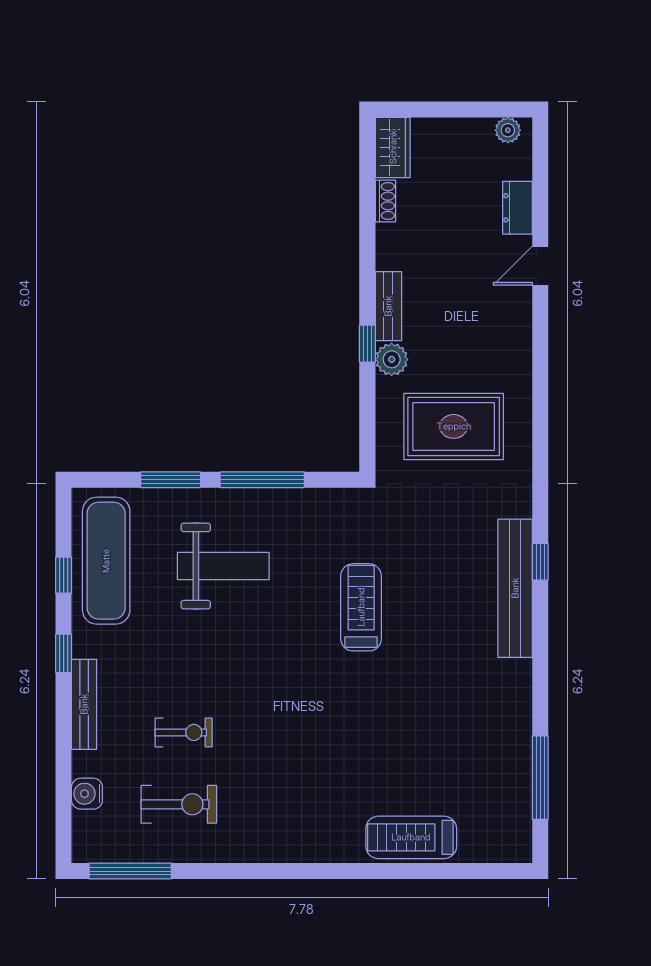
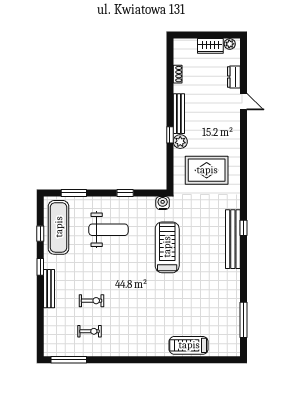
wardrobe: (393, 147) -> (210, 46), moved, turned 90
door: (540, 266) -> (244, 102), swing flipped
bench: (388, 306) -> (179, 114), width x1.36
window: (171, 480) -> (74, 193), moved
window: (262, 480) -> (125, 193), width x0.46
treadmill: (361, 607) -> (167, 247), width x1.37, depth x1.38
water cooler: (87, 794) -> (163, 203), moved, turned 90
exercise bike: (179, 804) -> (89, 331), width x0.73, depth x0.72

